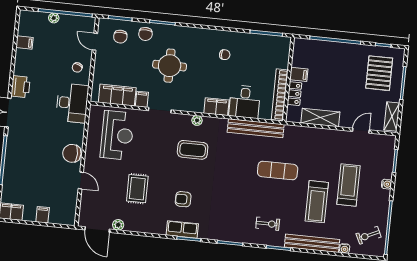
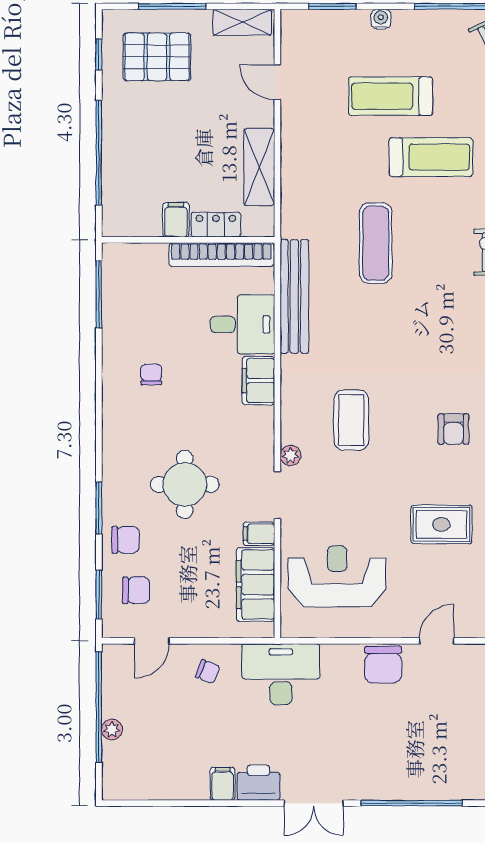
filing cabinet: (24, 43) -> (223, 784), moved
plant: (197, 120) -> (290, 455), moved

